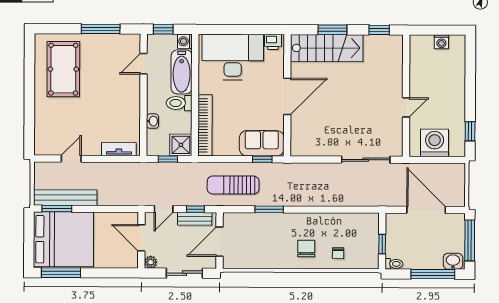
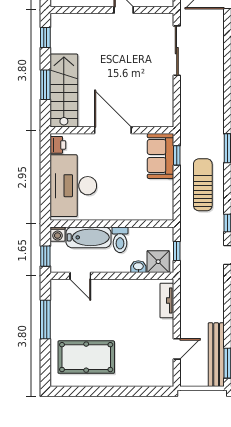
bookcase: (205, 125) -> (142, 213), removed
shower: (181, 145) -> (158, 262), moved
door: (71, 159) -> (177, 349), swing flipped
sun lounger: (233, 185) -> (203, 185), turned 180

